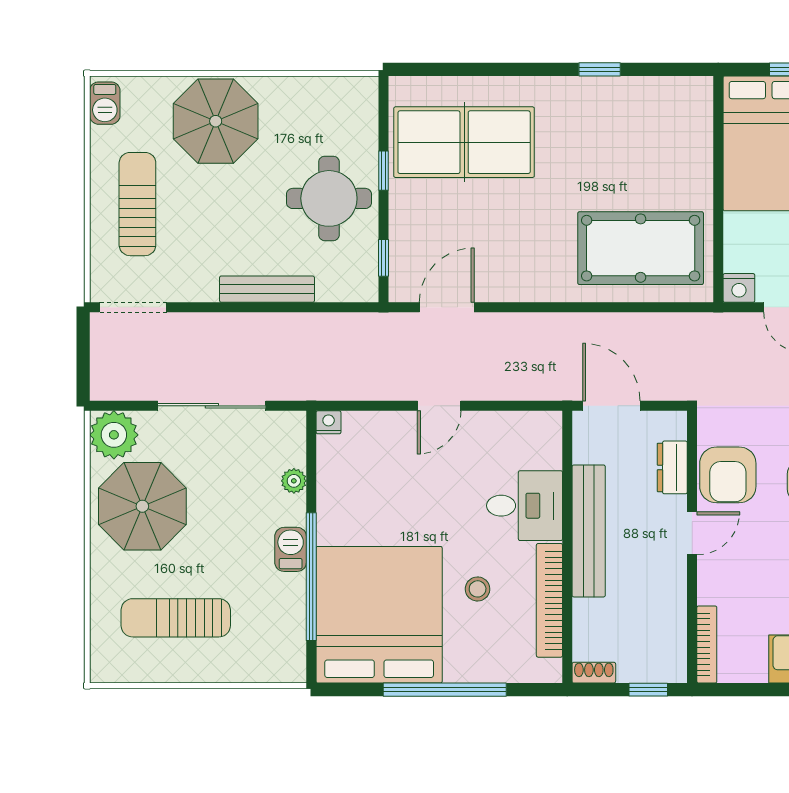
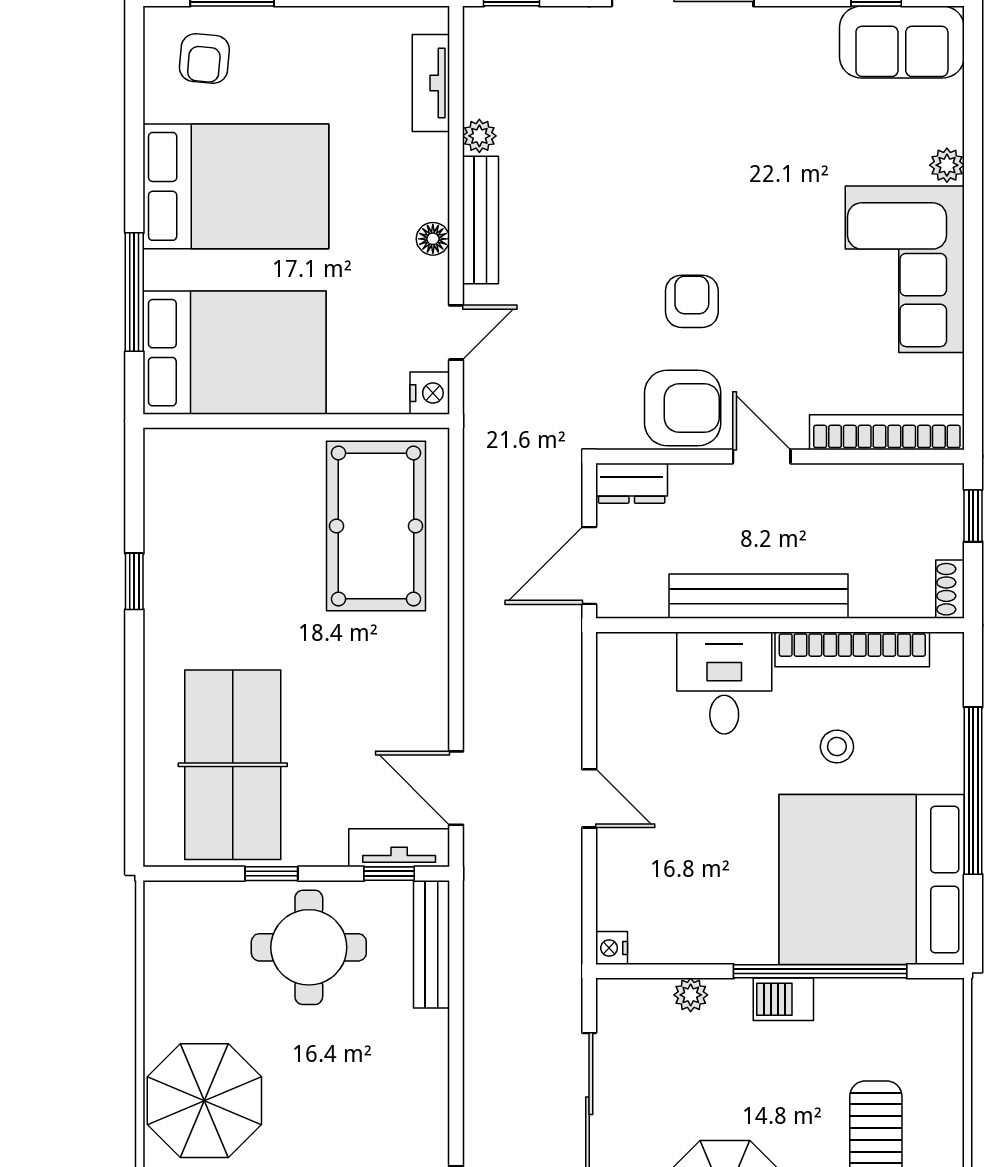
tv unit: (403, 265) -> (399, 848), added
bench: (267, 289) -> (431, 944), moved
dresser: (672, 467) -> (632, 483), moved
bookcase: (707, 644) -> (887, 432), width x1.48, depth x1.31

